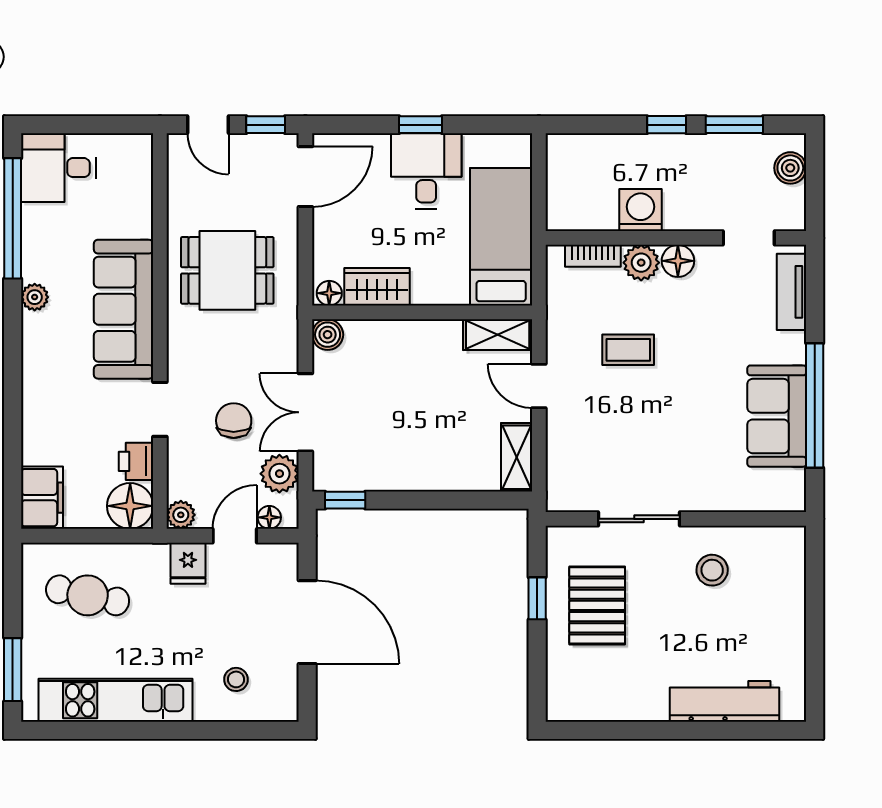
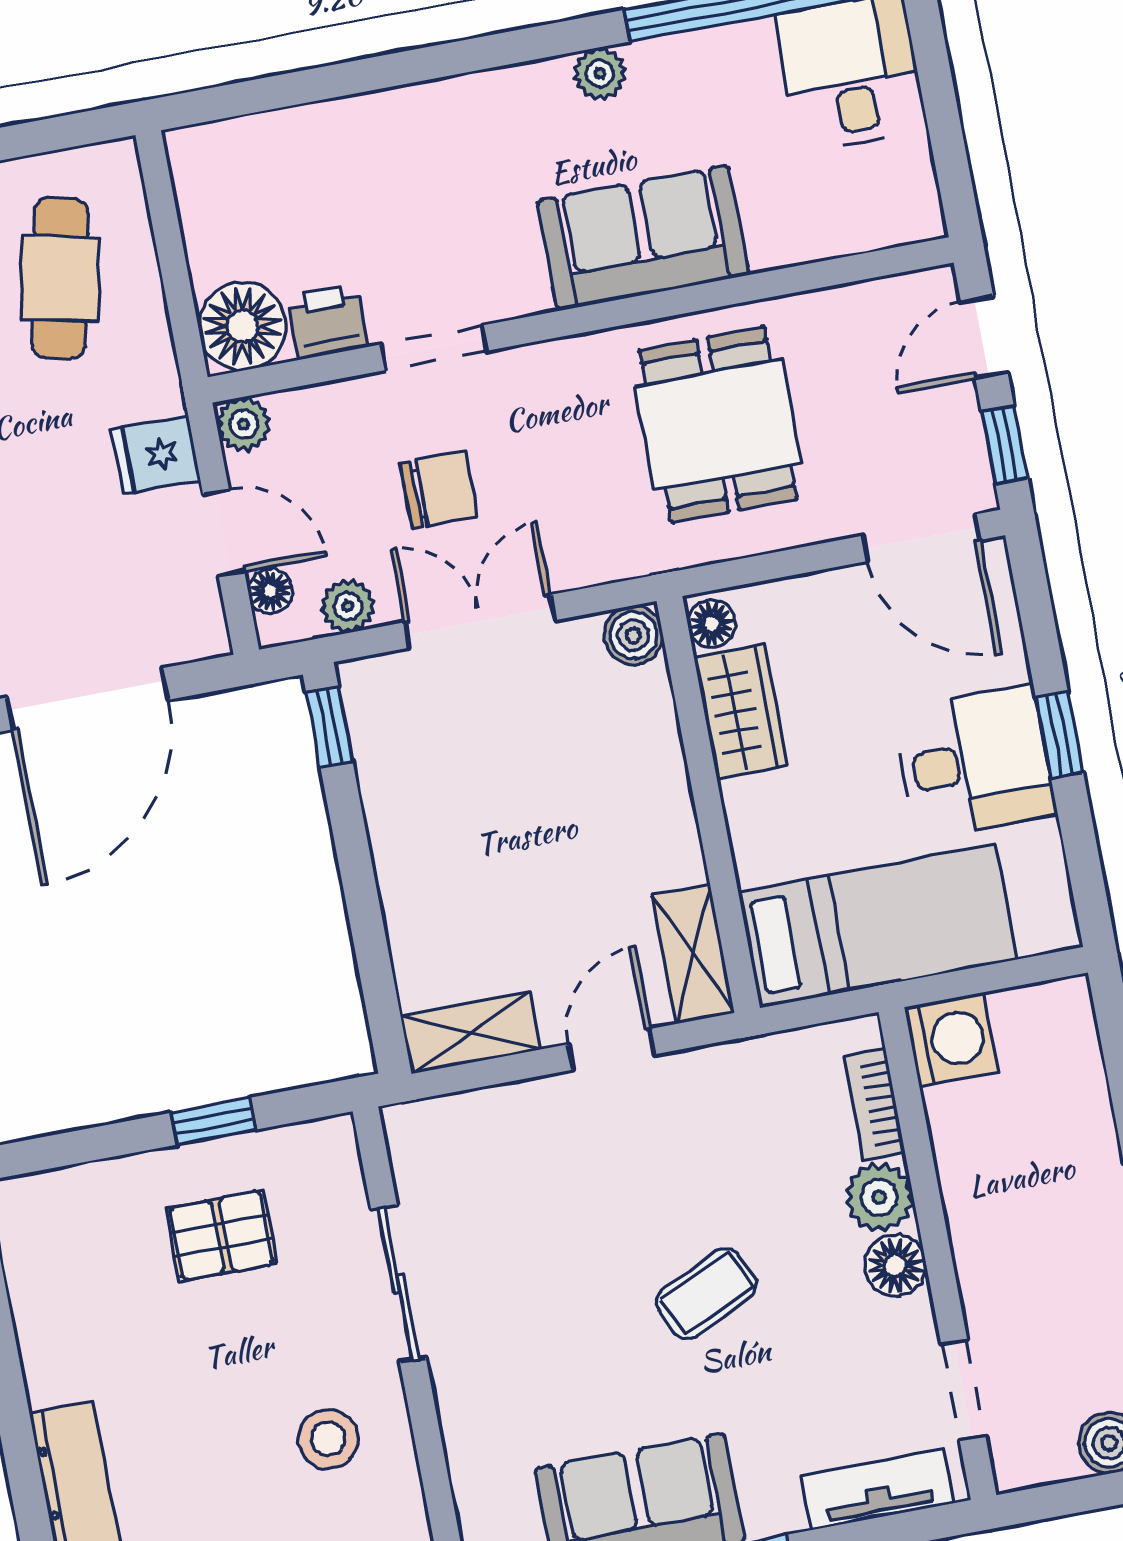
washing machine: (641, 210) -> (951, 1039), moved
sofa: (124, 309) -> (643, 238), width x0.73
coffee table: (628, 350) -> (707, 1293), moved, turned 65
plant: (279, 474) -> (348, 606), width x0.73, depth x0.73
filing cabinet: (42, 498) -> (227, 158), removed
pallet: (597, 605) -> (221, 1236), width x0.67, depth x0.71

